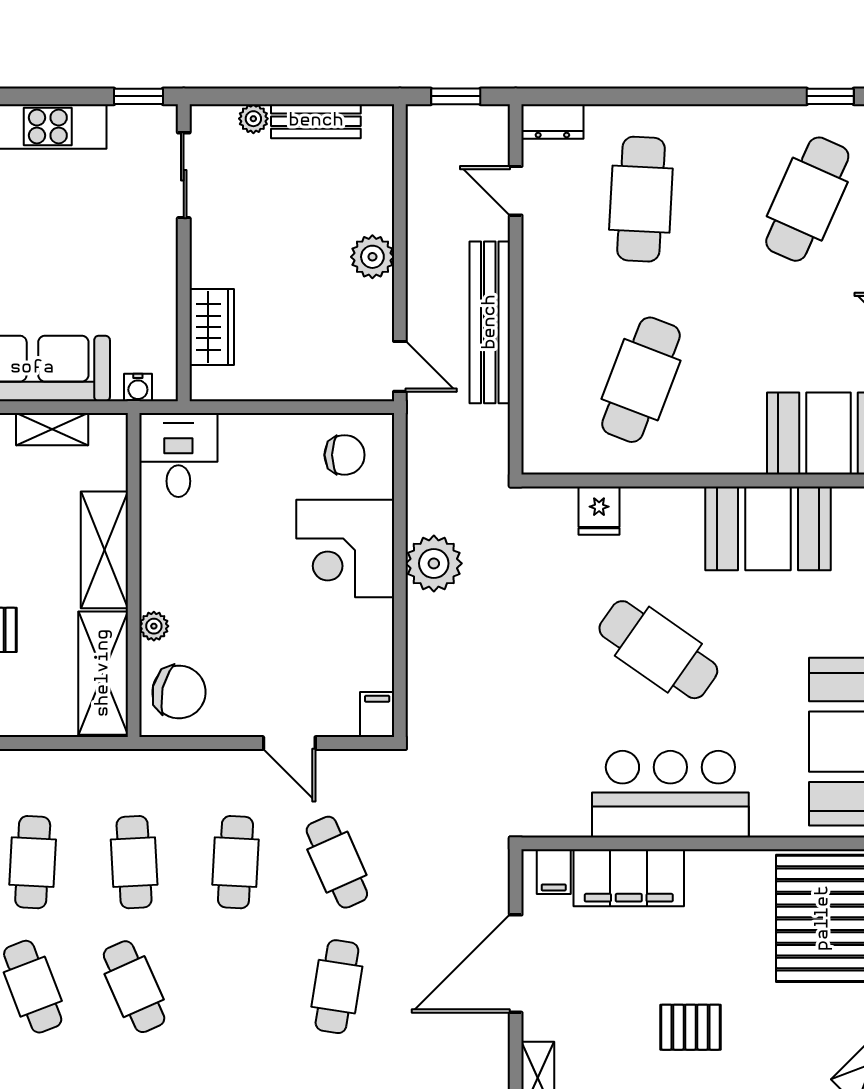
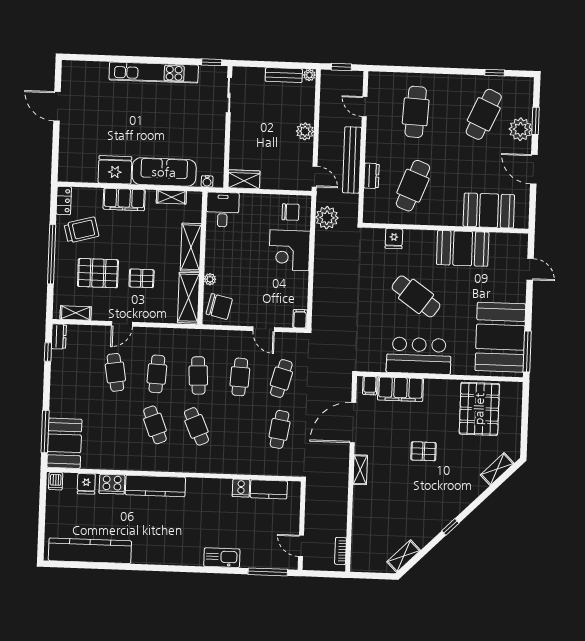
plant: (253, 119) -> (309, 75), moved
dresser: (552, 122) -> (371, 176), moved, turned -90
wardrobe: (212, 327) -> (244, 179), moved, turned -90
plant: (434, 563) -> (327, 218), moved
cafe table: (337, 862) -> (281, 379), turned 39

